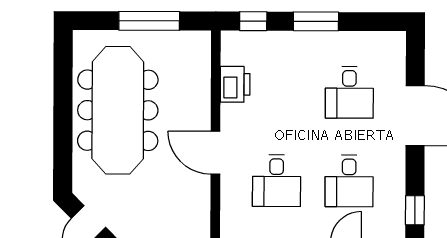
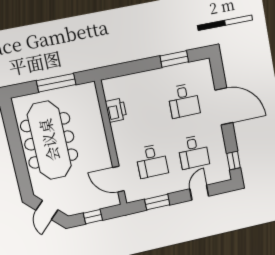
window: (253, 21) -> (119, 70), removed
window: (316, 21) -> (174, 59), moved
door: (215, 153) -> (118, 179), moved

